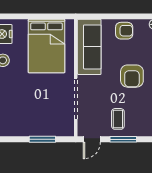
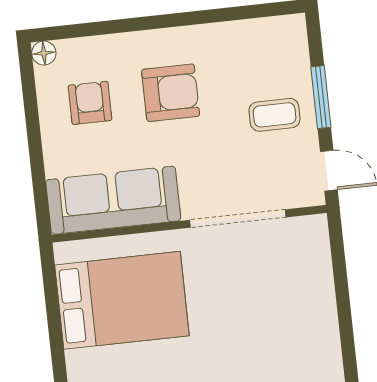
armchair: (124, 31) -> (90, 103), moved
window: (42, 139) -> (341, 286), removed

